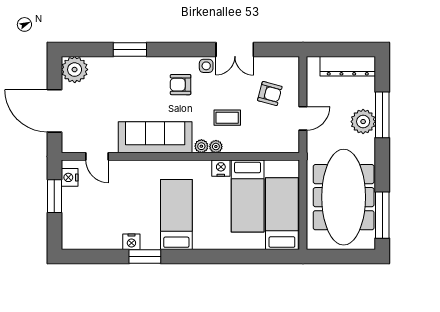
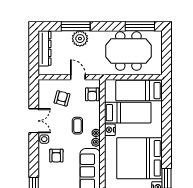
armchair: (276, 141) -> (92, 94), added
meeting table: (344, 197) -> (128, 51), width x0.73
bed: (176, 214) -> (140, 158), width x2.04

